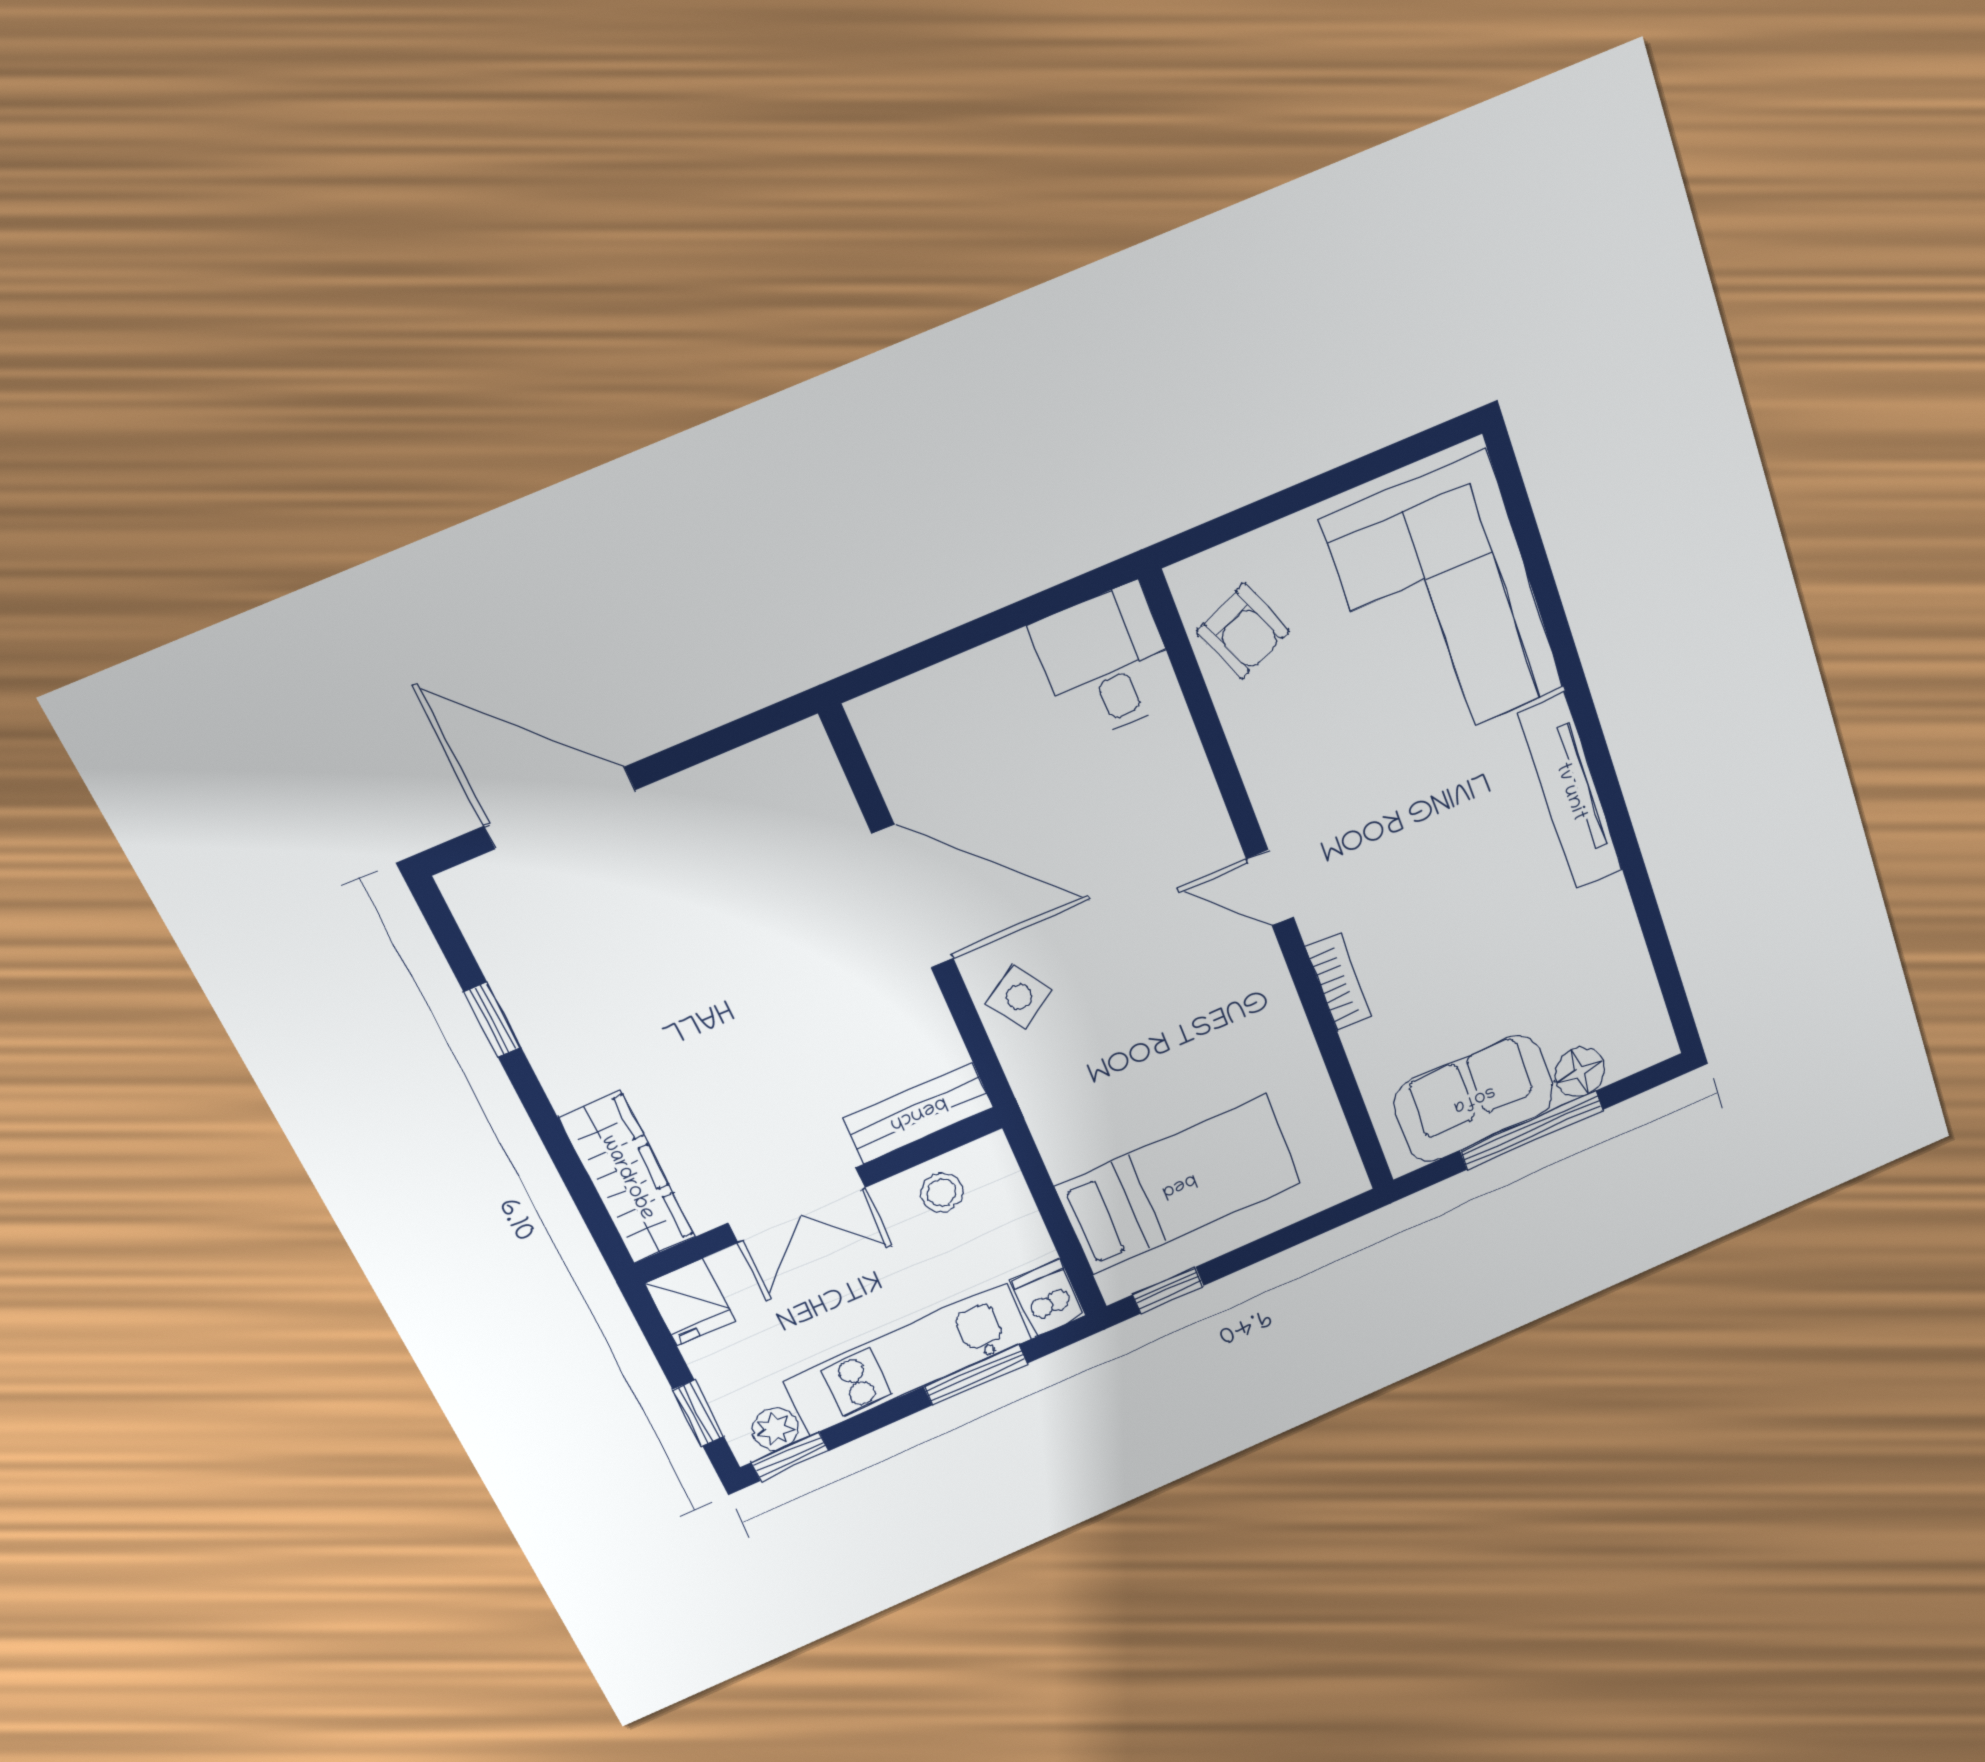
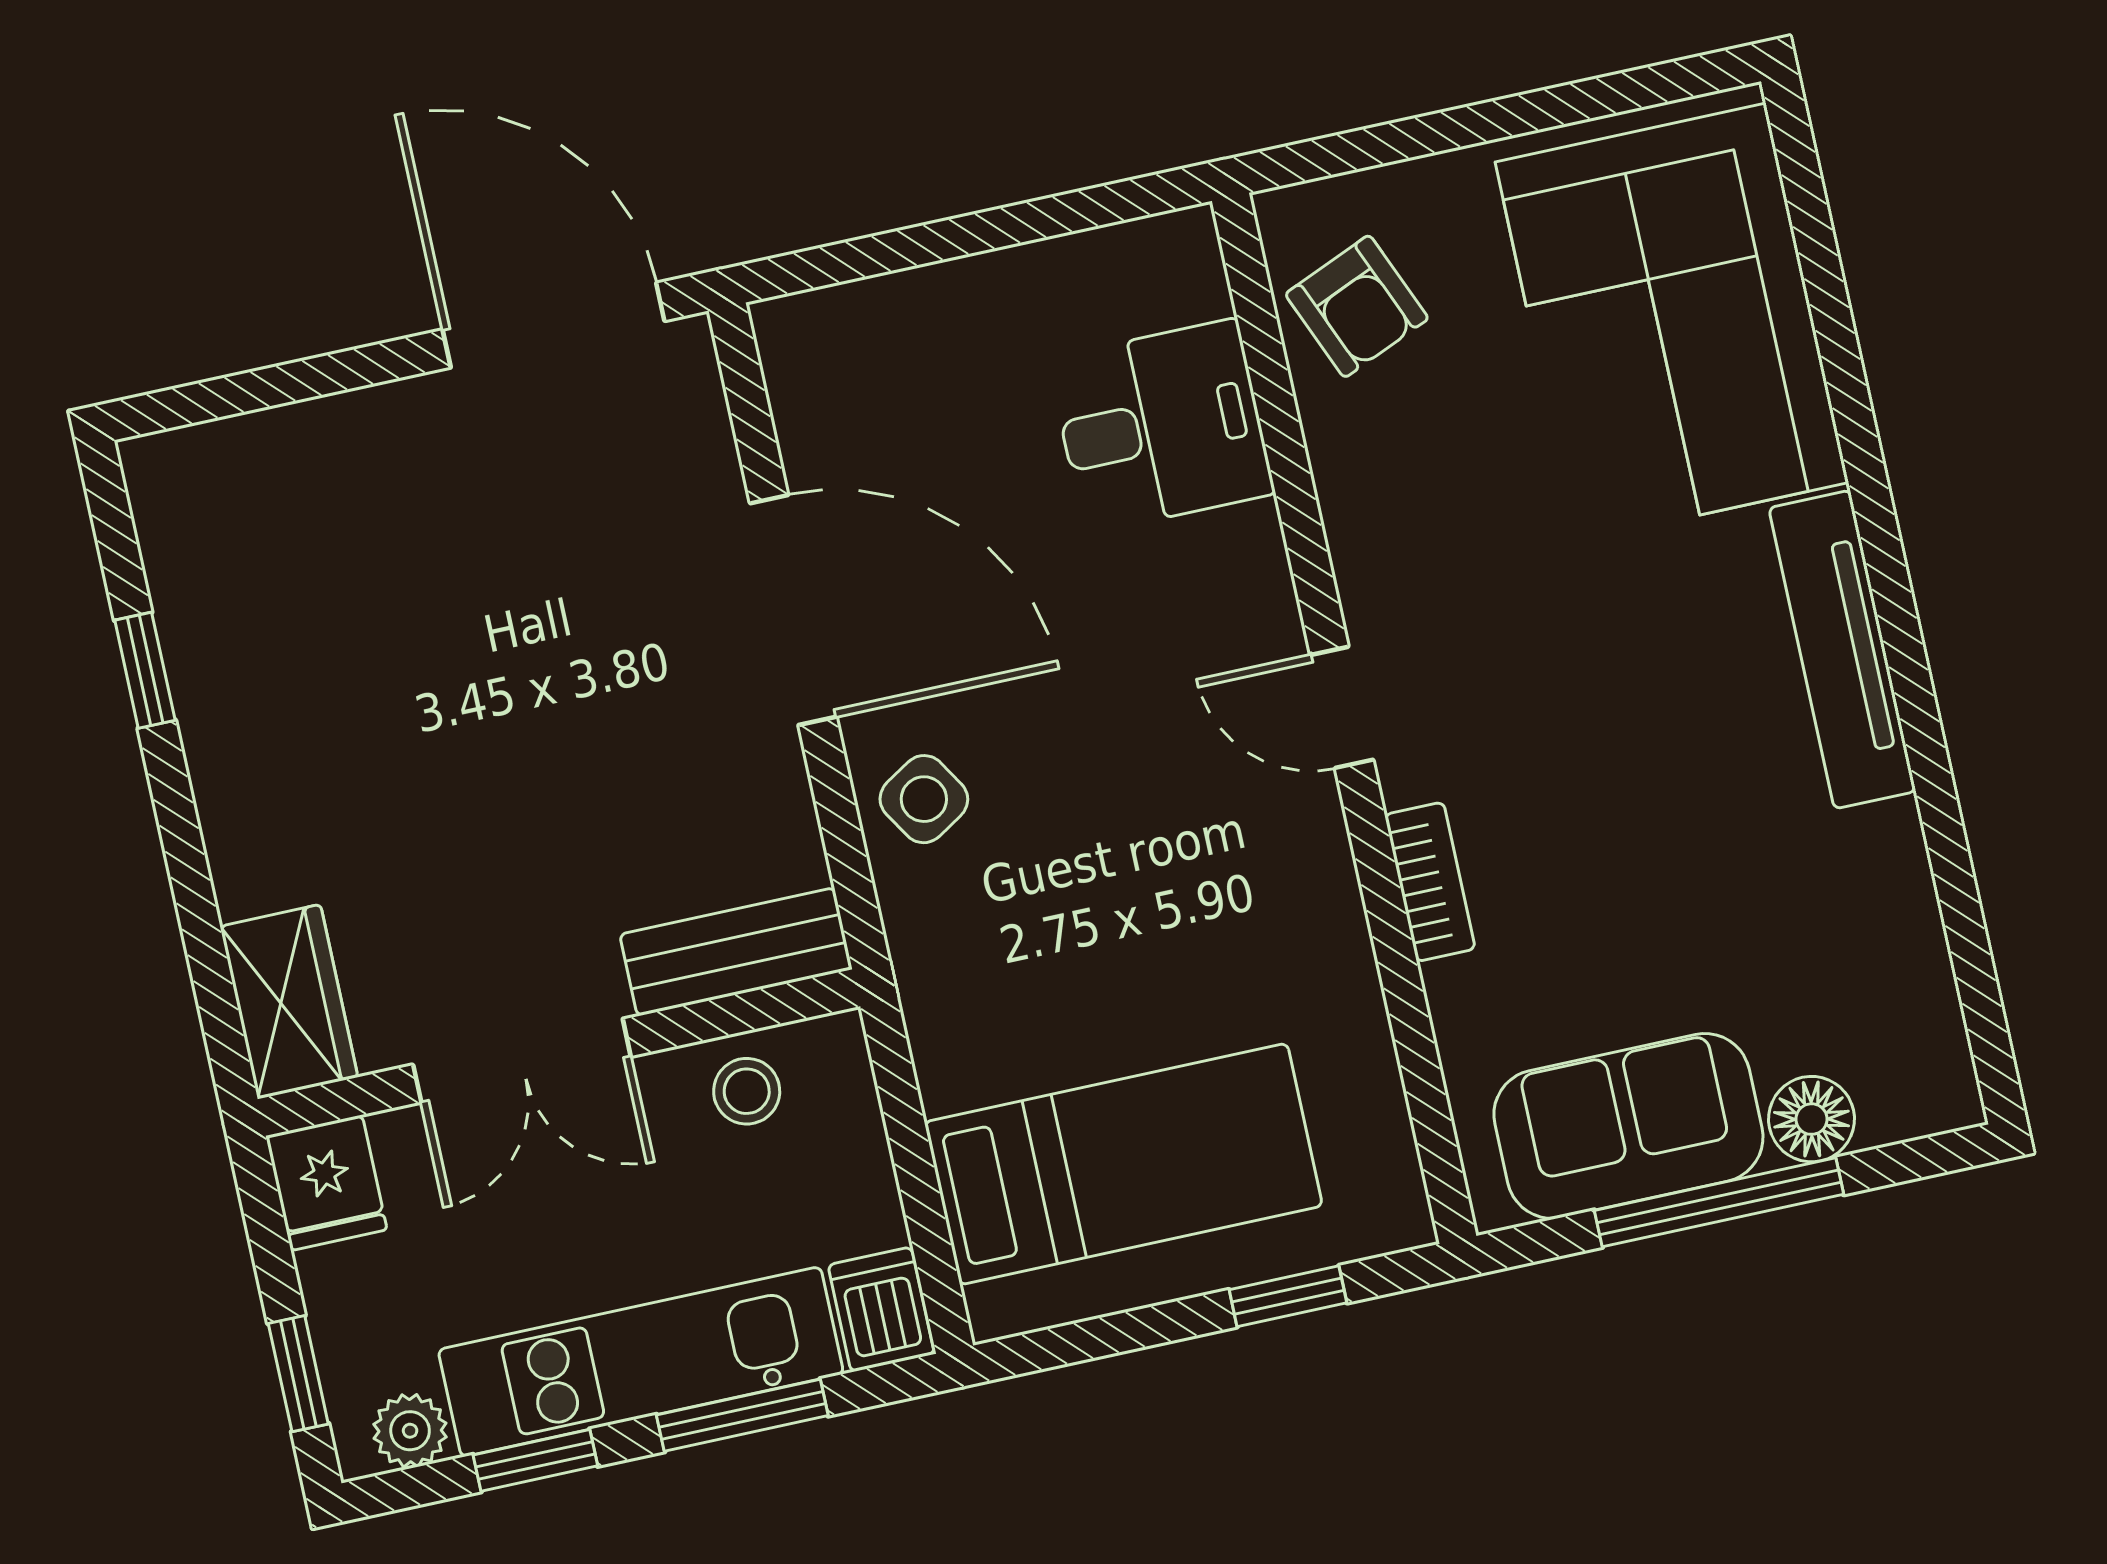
desk: (1107, 663) -> (1161, 426), moved, turned 90
door: (560, 808) -> (553, 325), moved
wardrobe: (627, 1178) -> (289, 1002), width x0.67
window: (1168, 1290) -> (1288, 1296), moved
window: (790, 1457) -> (535, 1460), moved

